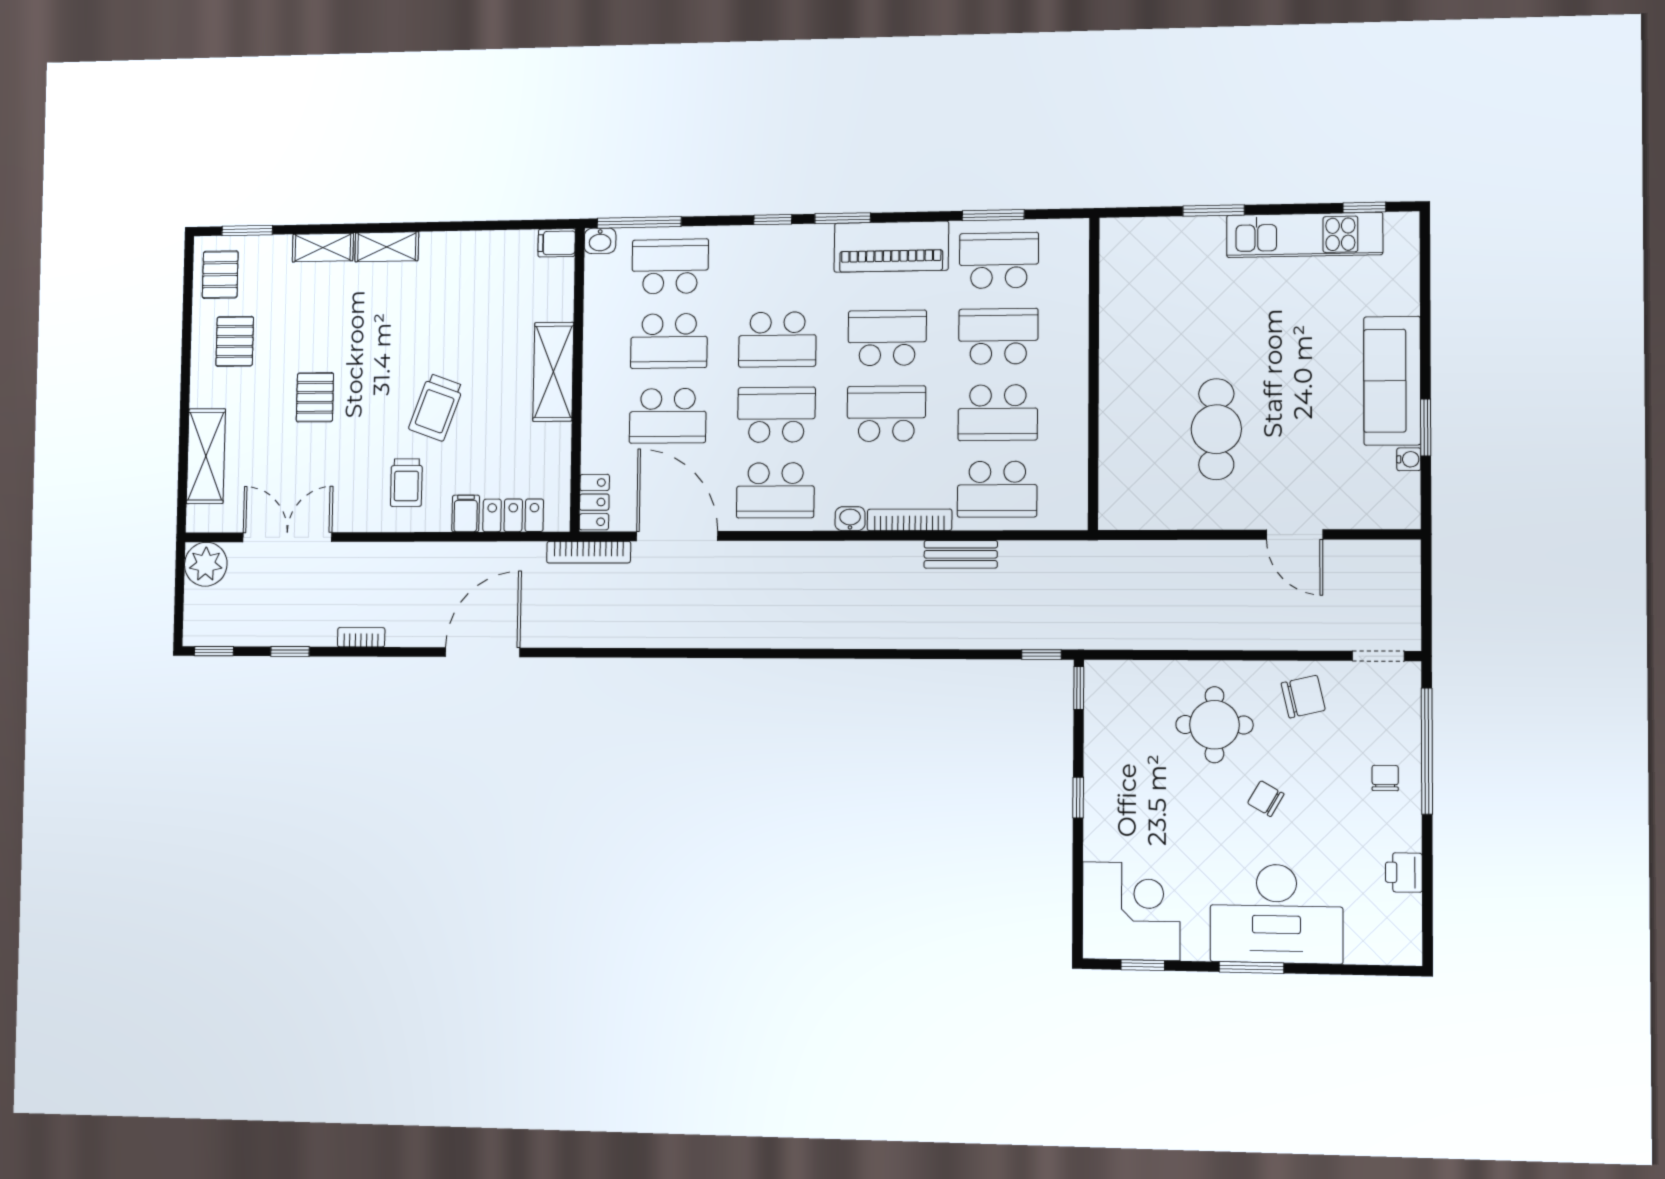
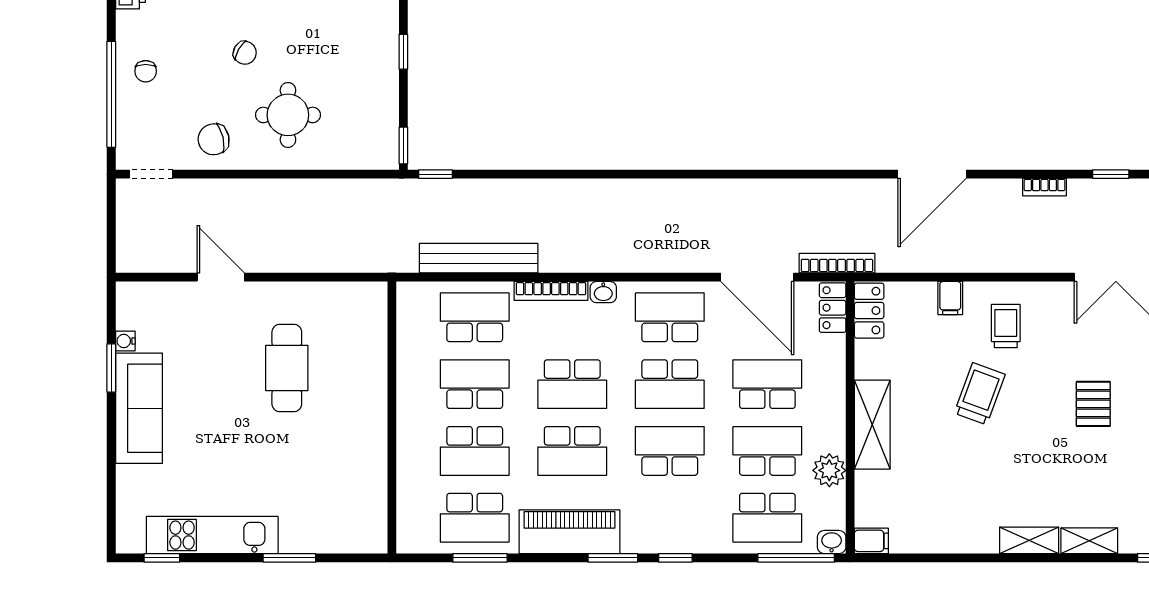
plant: (601, 320) -> (829, 470), added
locker: (513, 515) -> (869, 311), moved, turned -90
bench: (961, 554) -> (479, 258), width x1.86, depth x1.21

